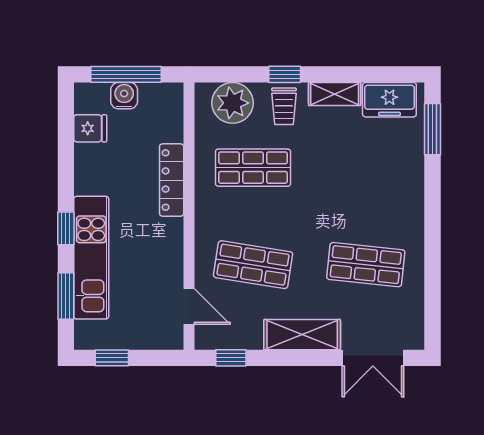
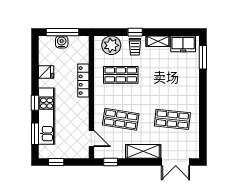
fridge: (90, 128) -> (46, 72), moved

